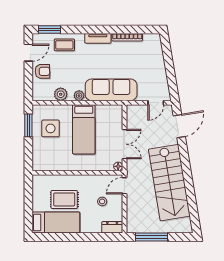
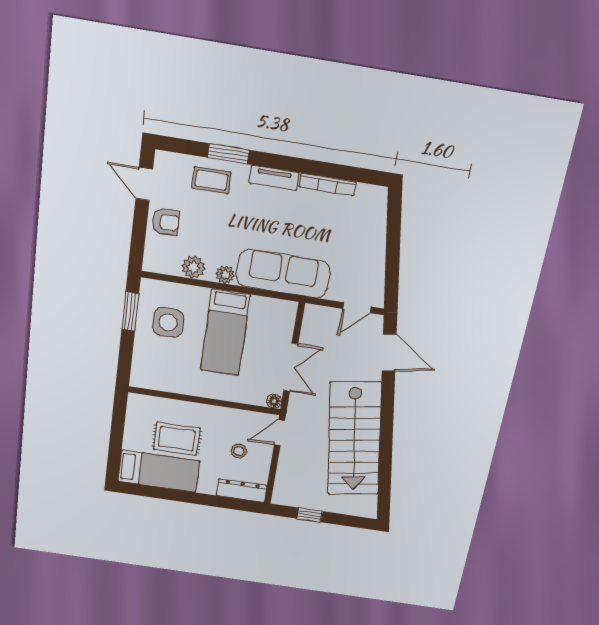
window: (49, 29) -> (228, 154), moved
door: (28, 53) -> (144, 184), swing flipped
door: (179, 126) -> (389, 353), hinge flipped
dresser: (112, 227) -> (242, 491), width x1.44
window: (152, 237) -> (310, 515), width x0.46

